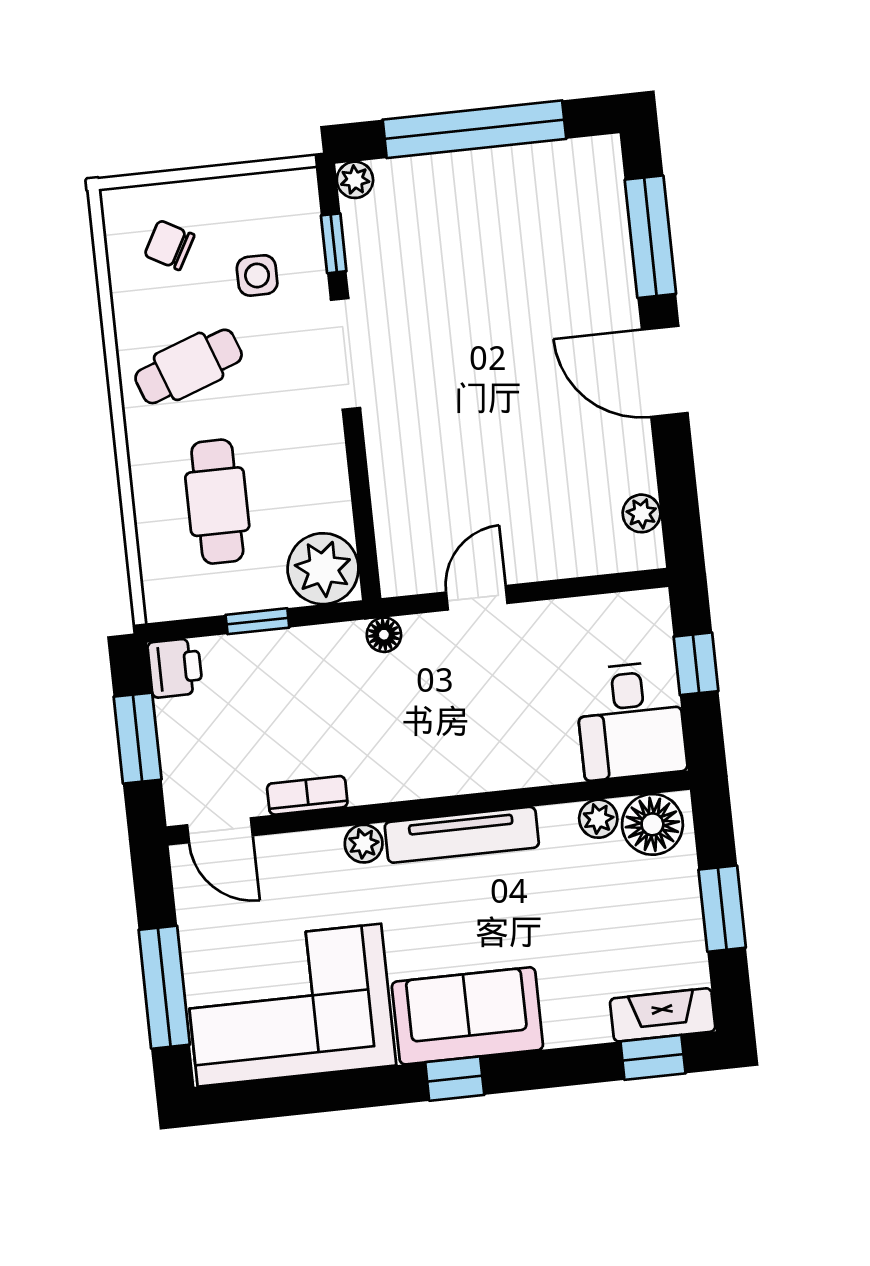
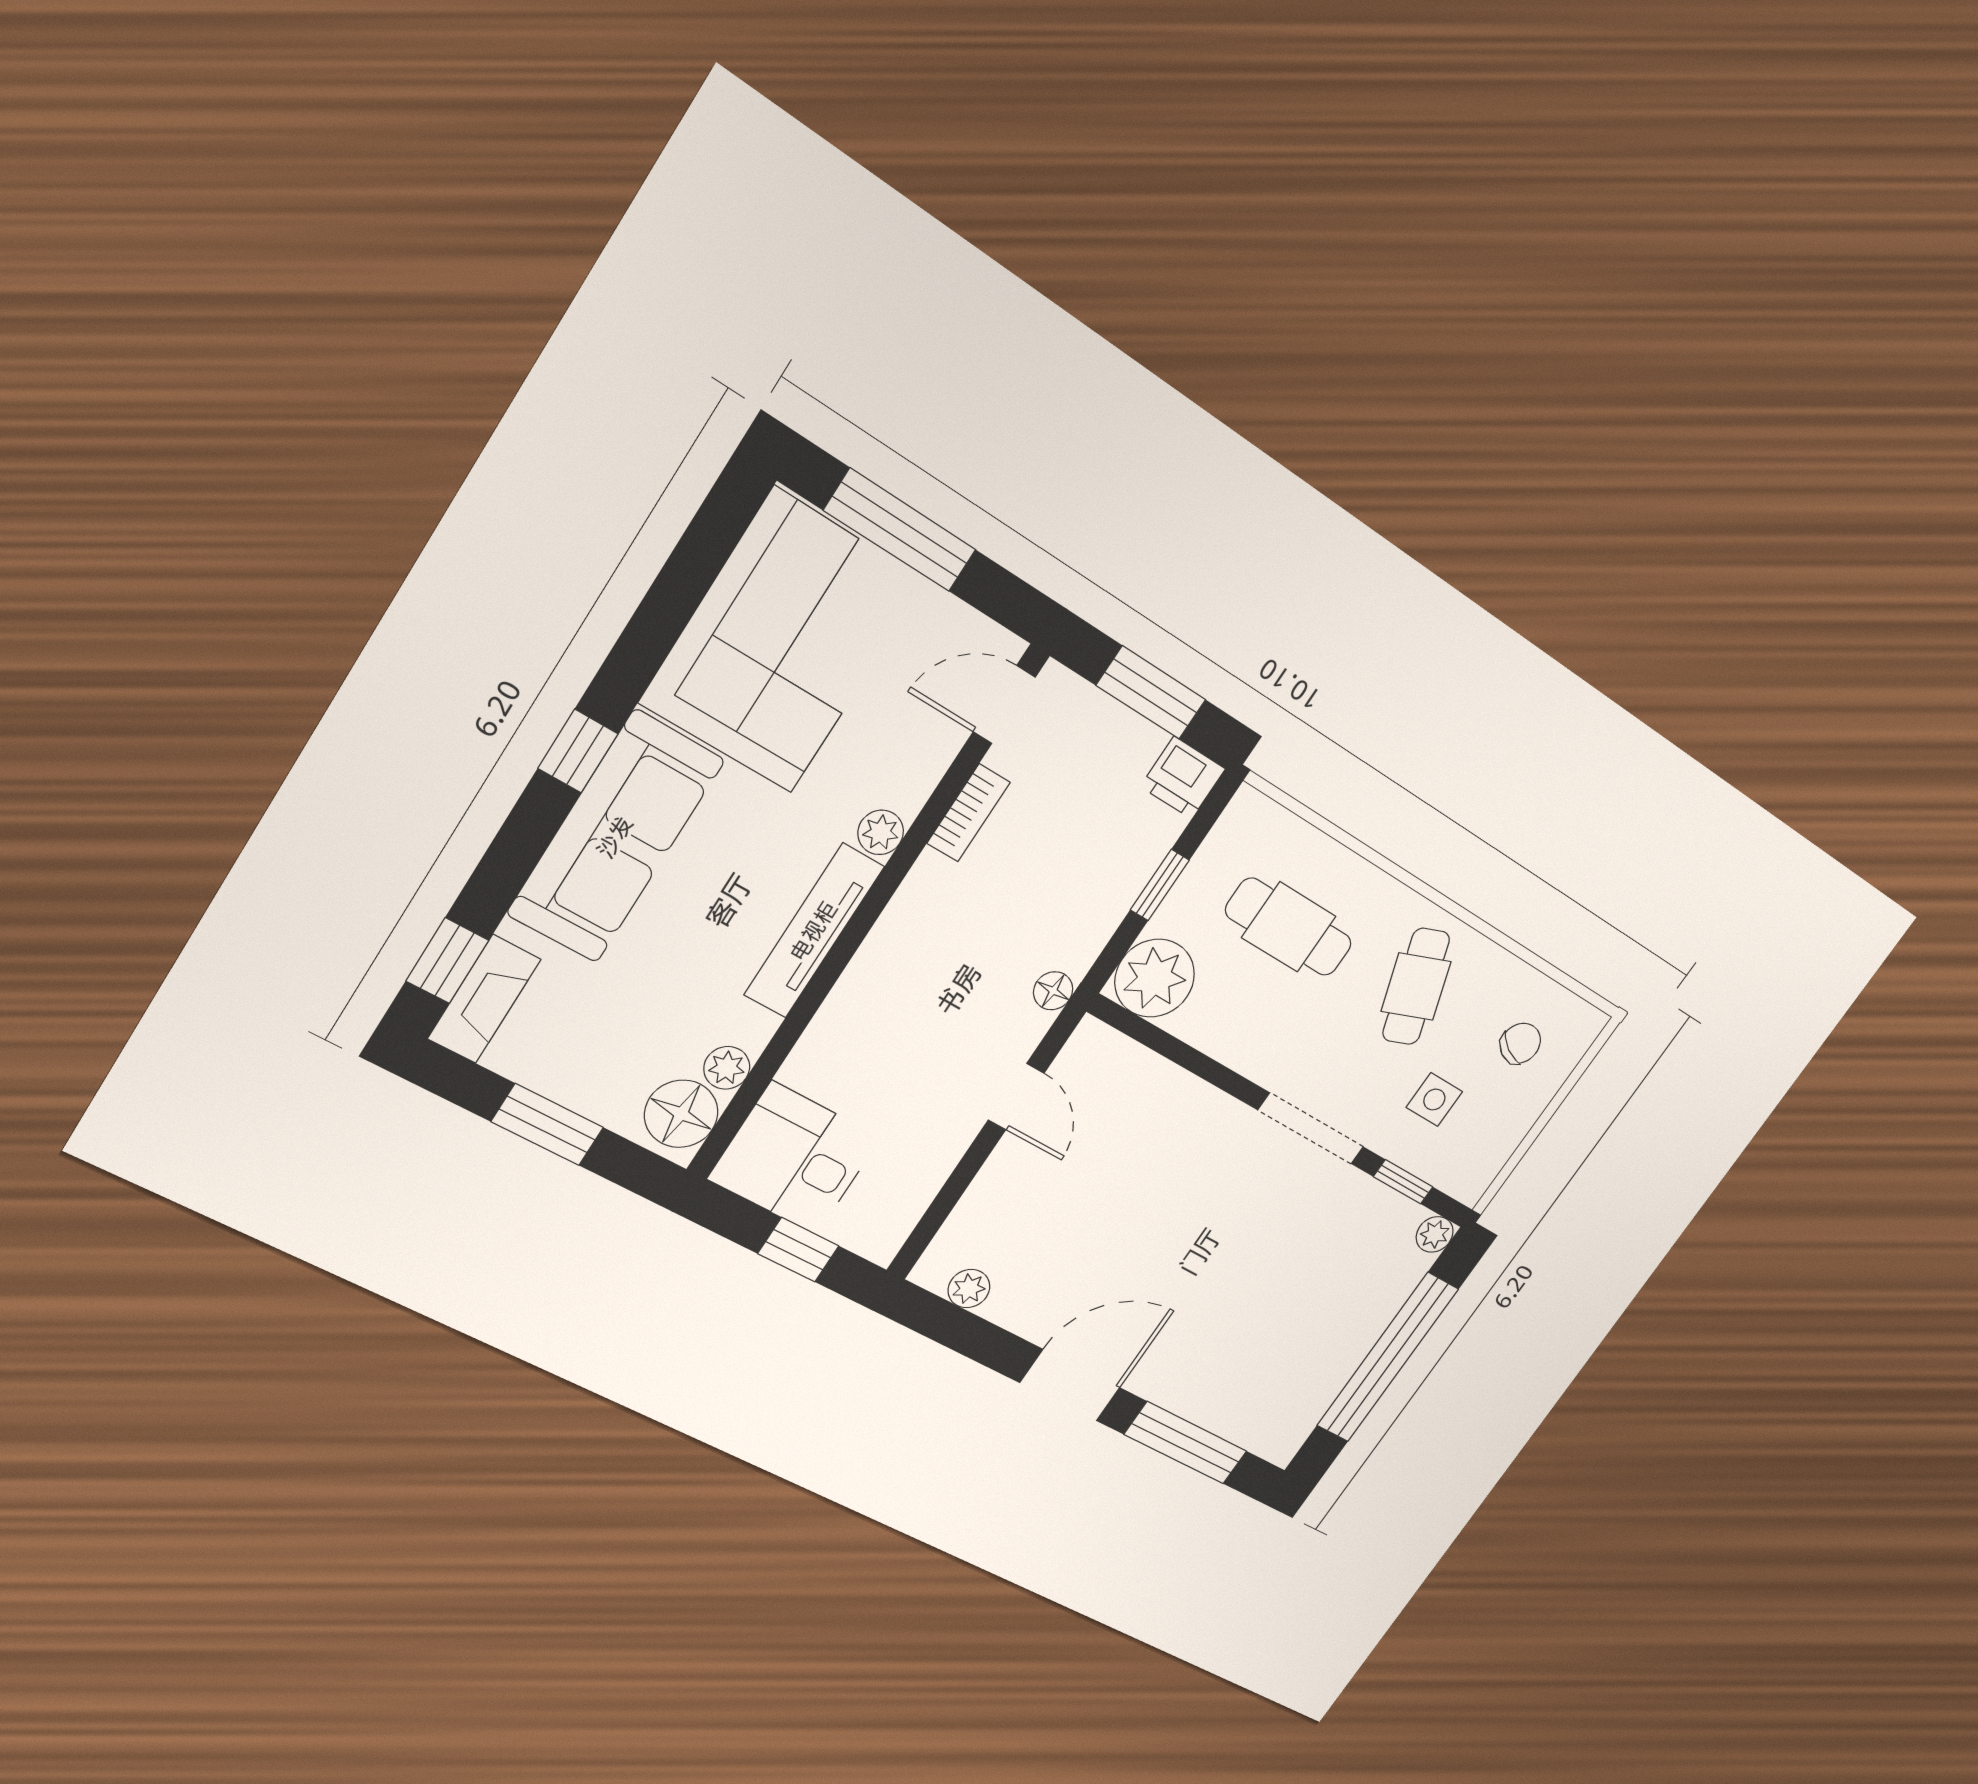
sofa: (467, 1016) -> (615, 837), width x1.36

